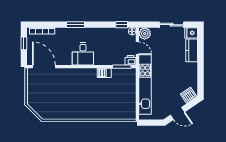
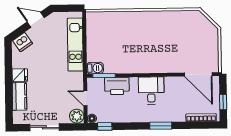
fridge: (191, 33) -> (20, 75), moved
printer: (131, 60) -> (117, 86), moved, width x1.87, depth x1.48
barbecue: (104, 73) -> (95, 68), moved
kitchen unit: (145, 85) -> (75, 45), width x0.73

